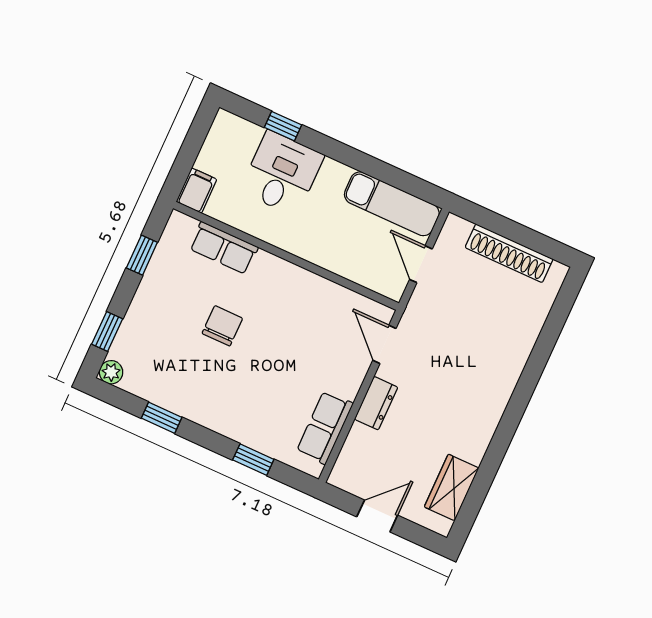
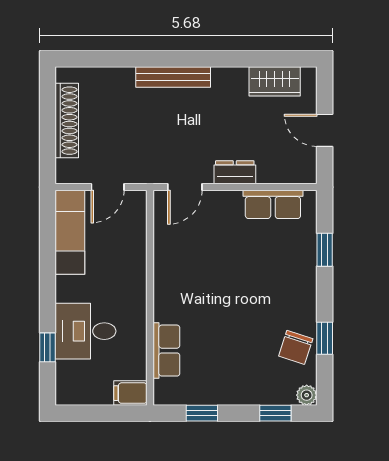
chair: (222, 326) -> (296, 347), moved, turned -72
bench: (504, 384) -> (173, 77), added

